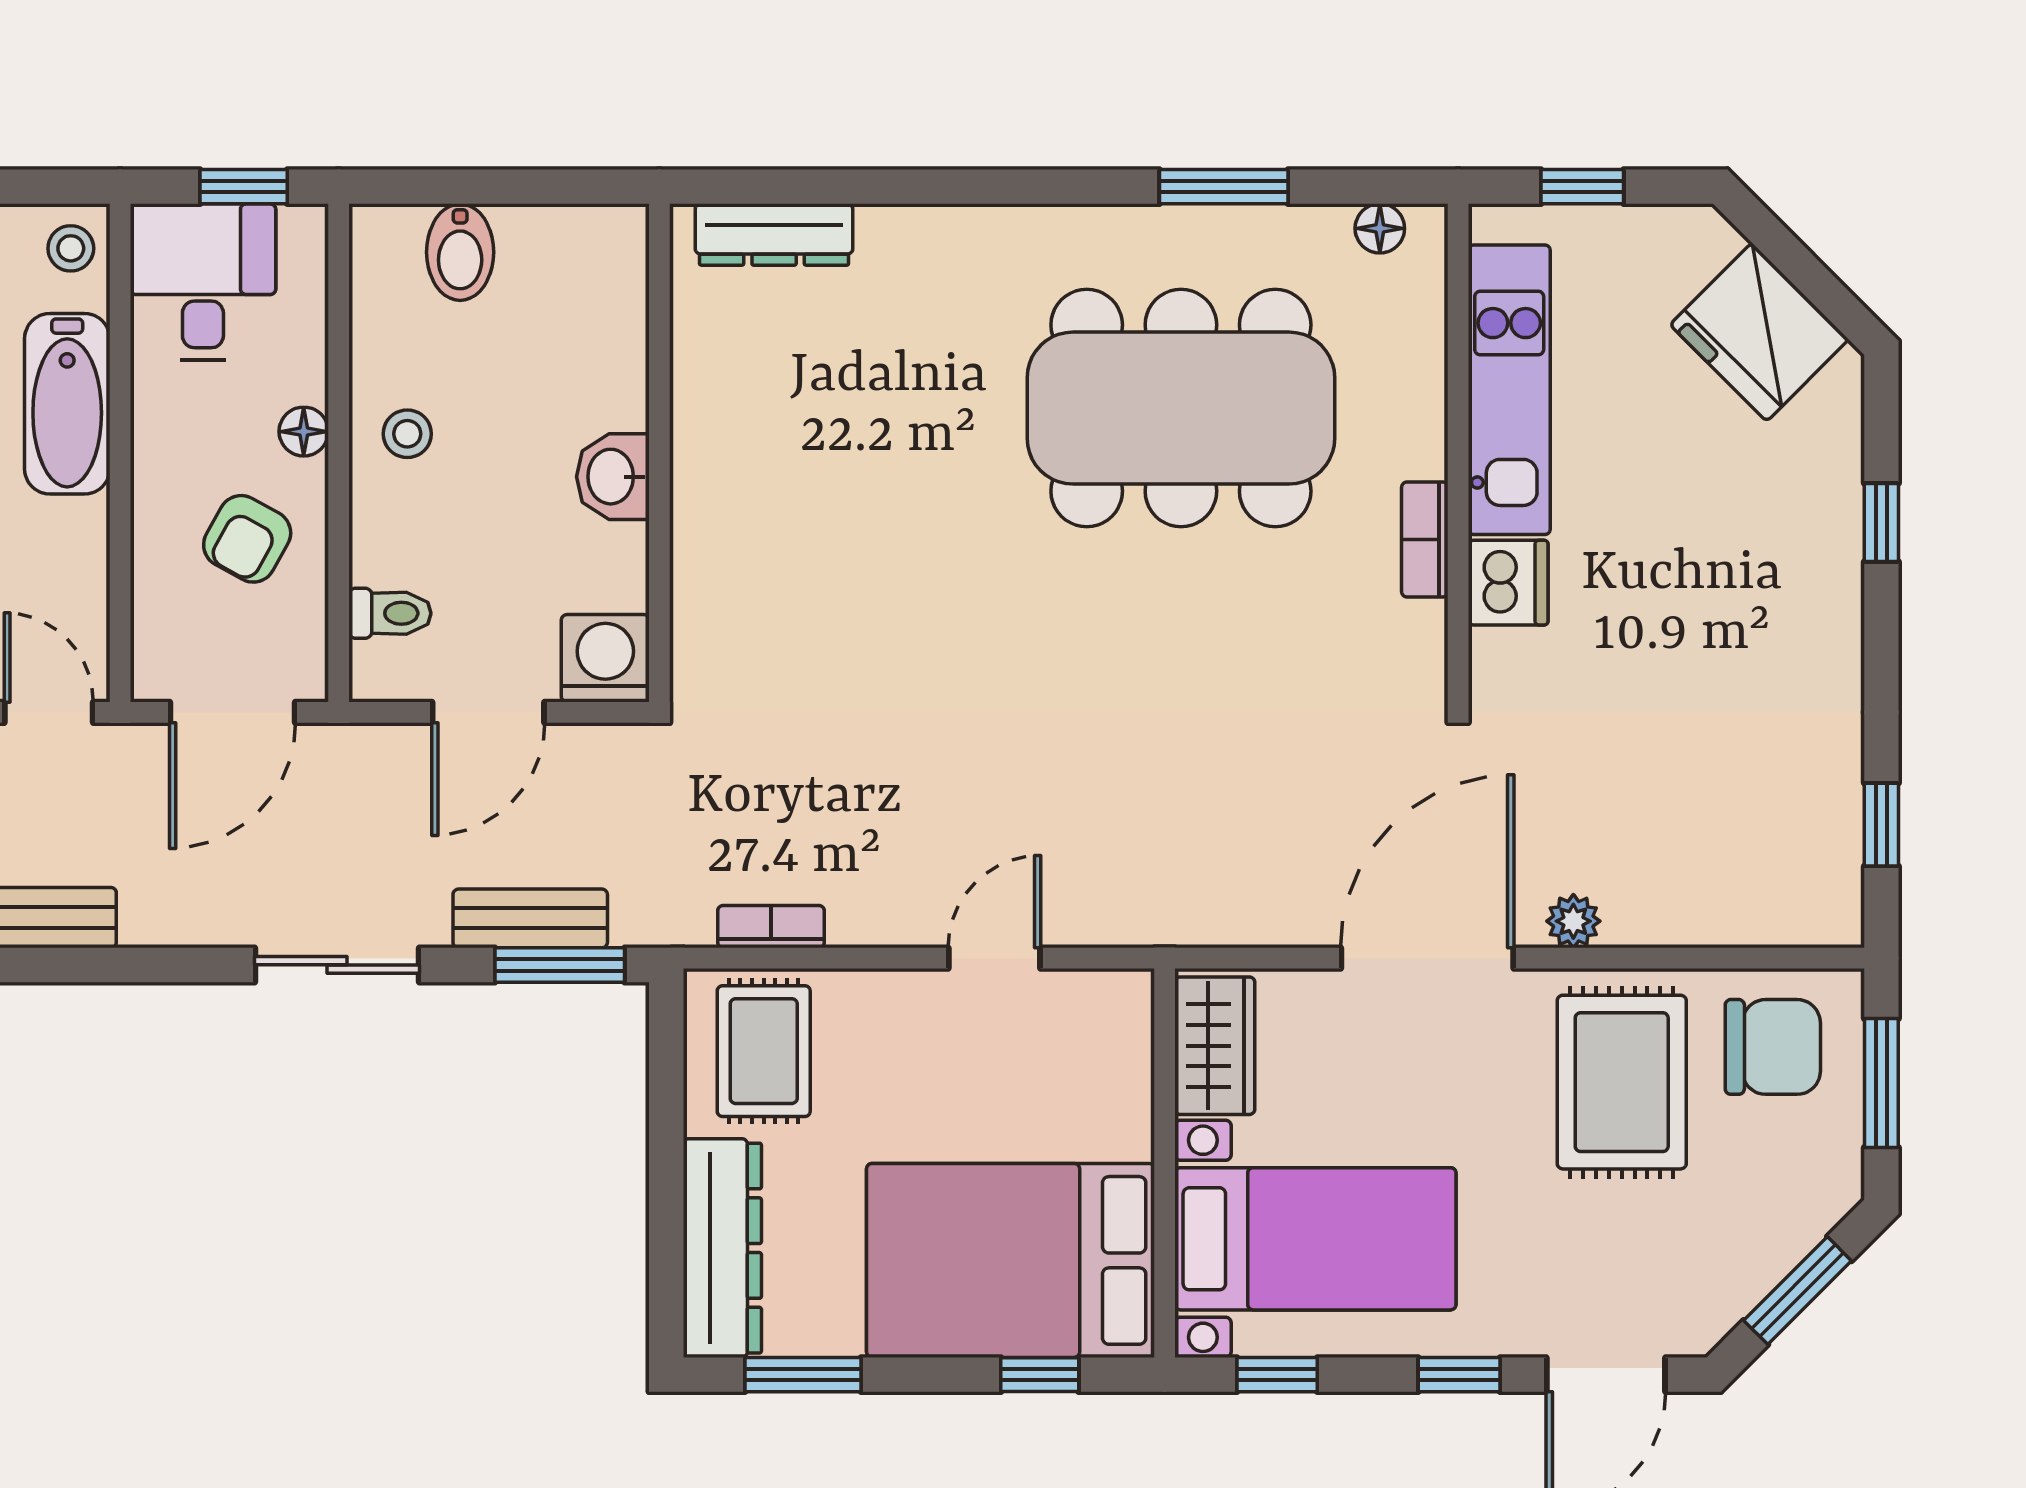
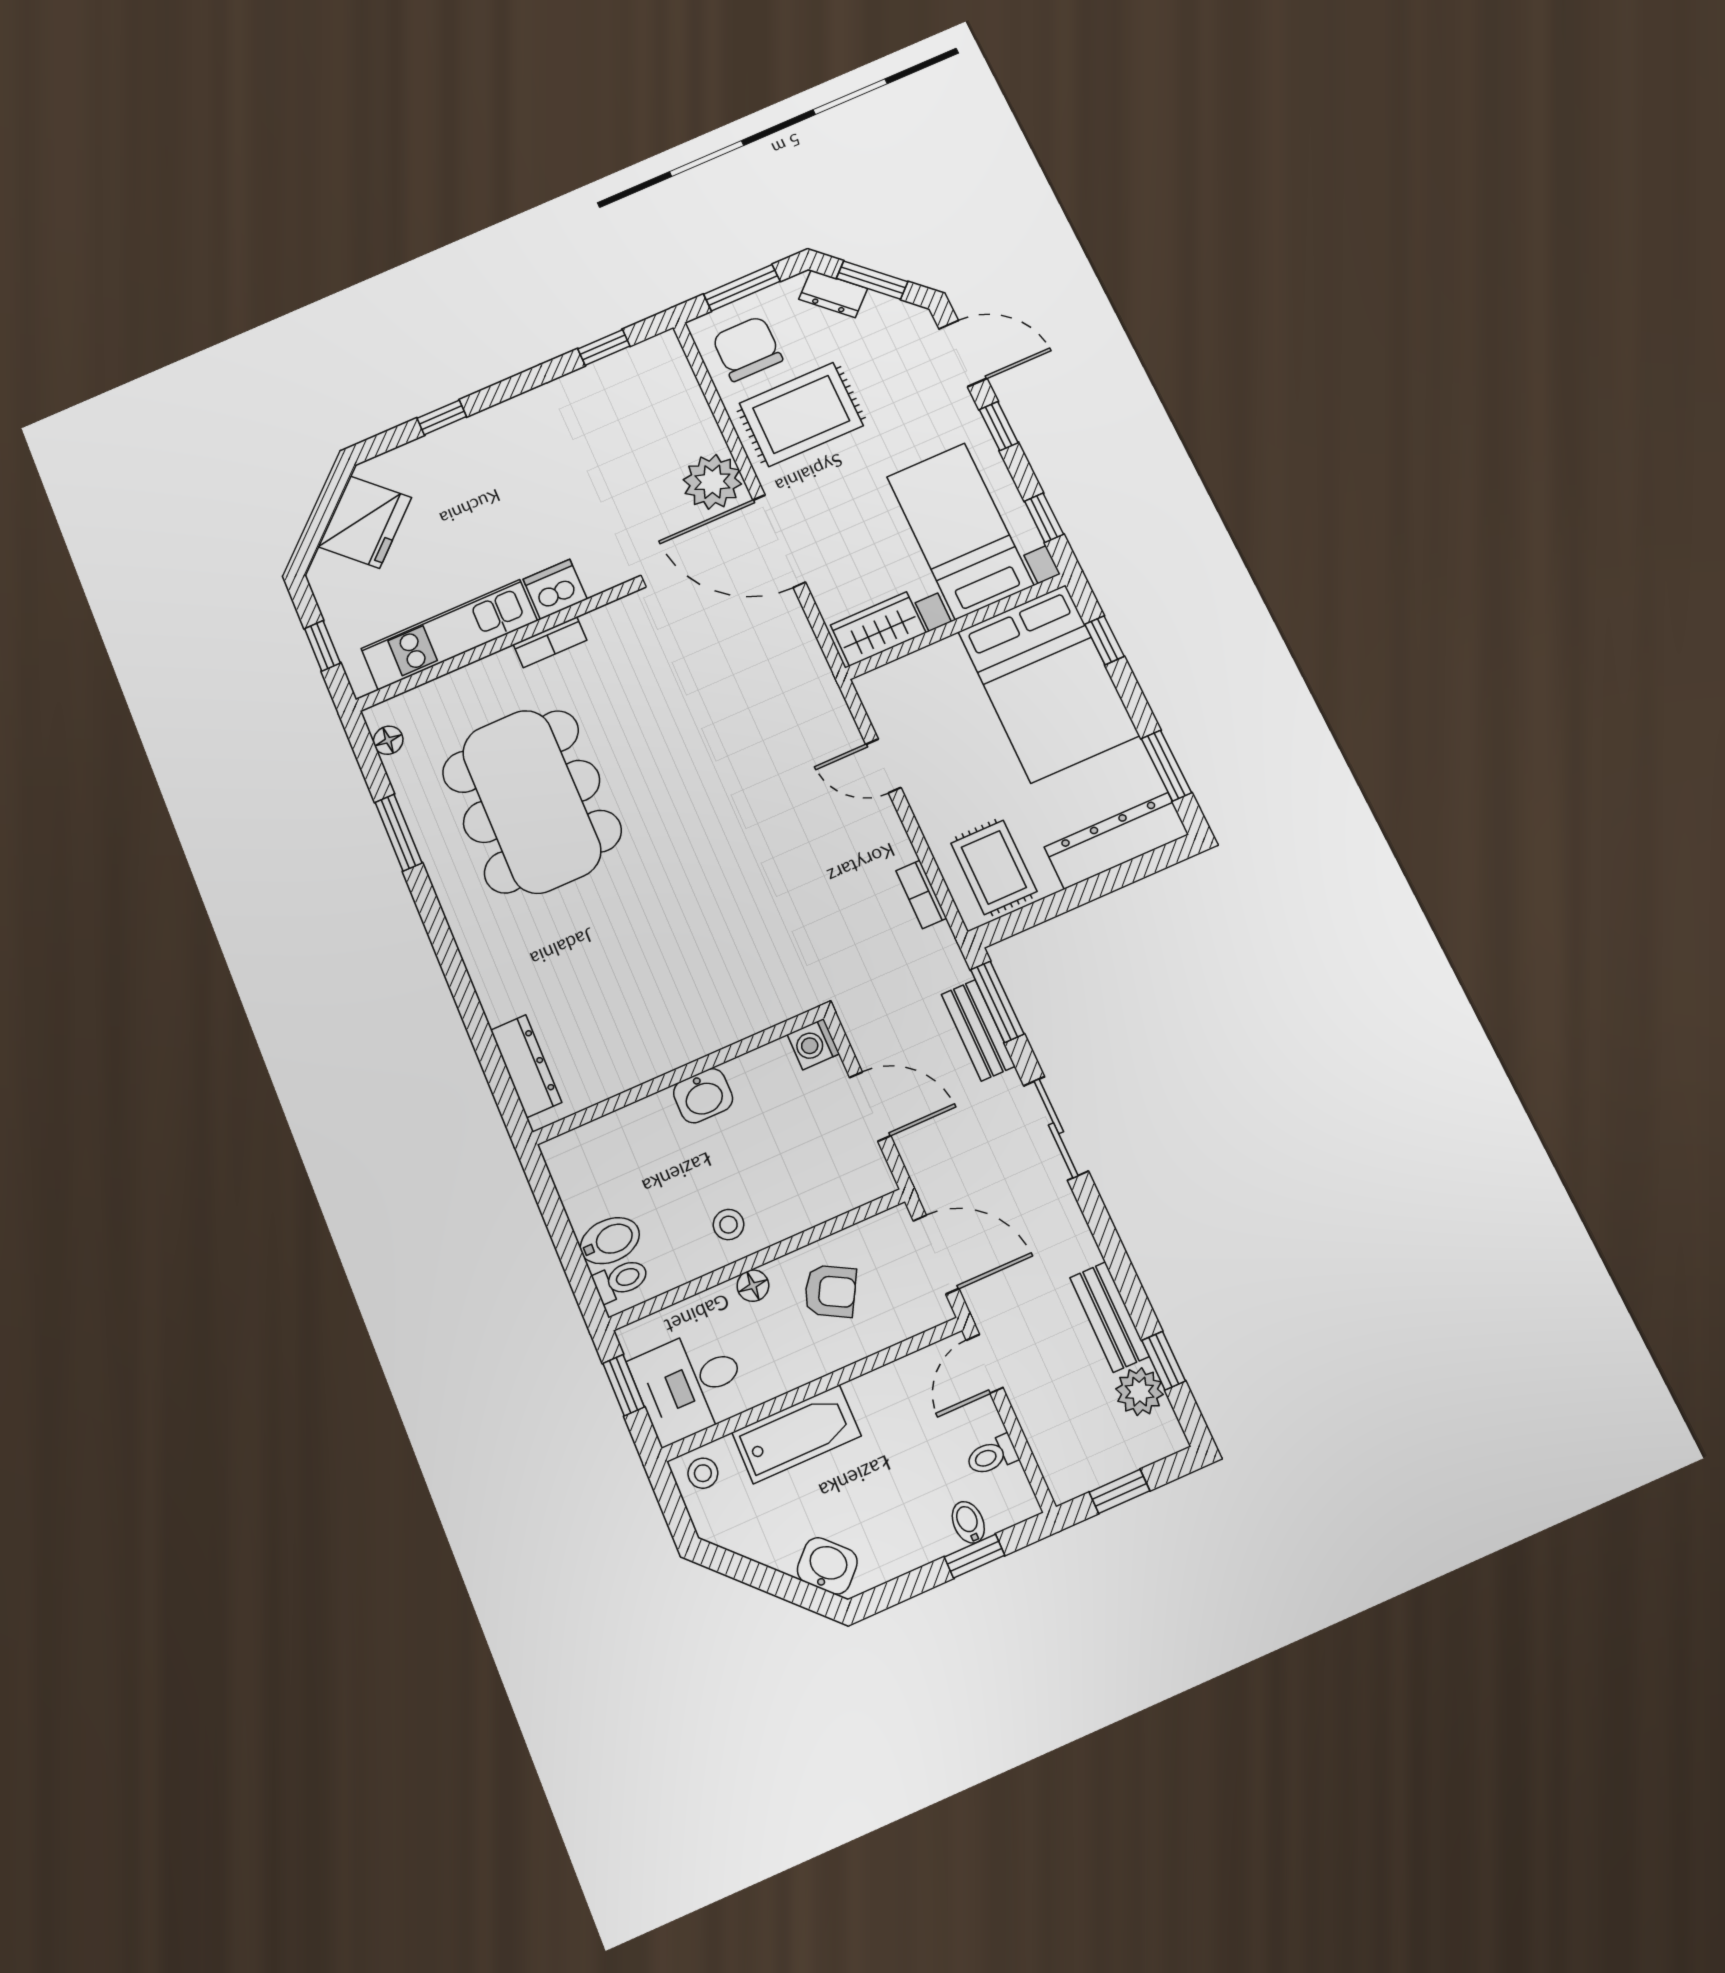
toilet: (390, 613) -> (621, 1280), moved, turned 90
washing machine: (605, 658) -> (813, 1044), width x0.73, depth x0.73
plant: (1573, 921) -> (712, 482), width x1.88, depth x1.88
rug: (764, 1051) -> (994, 867), turned 90
dresser: (1803, 1220) -> (833, 294), added

